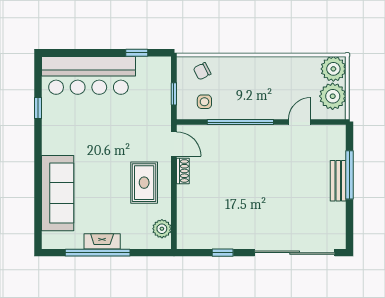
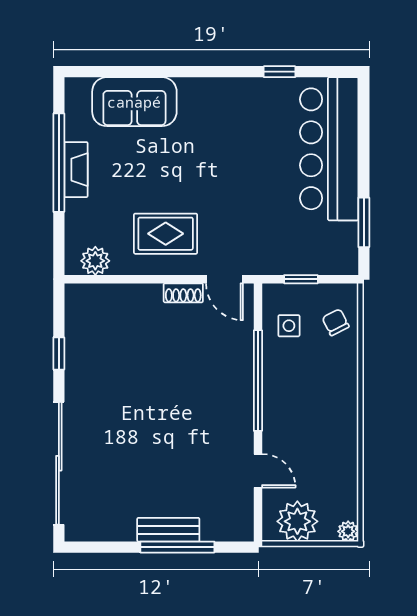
window: (137, 53) -> (364, 222), width x1.50
plant: (333, 69) -> (348, 531), width x0.53, depth x0.53
door: (174, 144) -> (225, 279), hinge flipped
sofa: (58, 193) -> (134, 102), width x0.73

